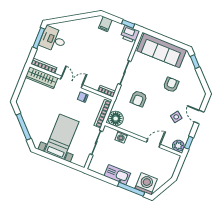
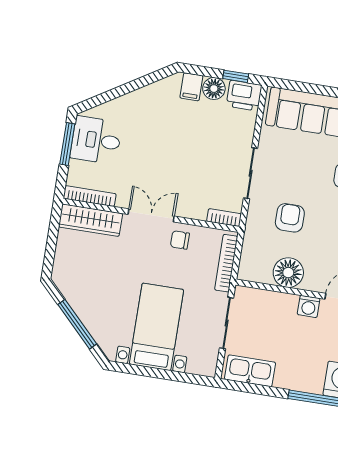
floor lamp: (116, 27) -> (214, 89), added
armchair: (139, 99) -> (290, 218), turned 180
floor lamp: (116, 119) -> (288, 273), moved
washing machine: (121, 137) -> (309, 306), moved
kitchen sink: (117, 175) -> (250, 371), moved

